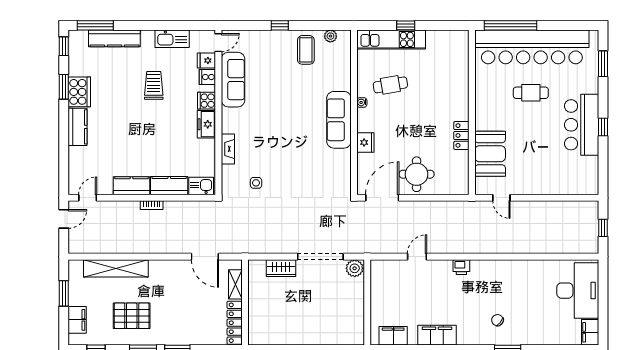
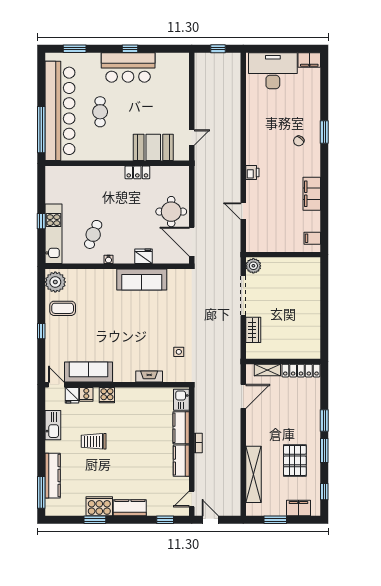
plant: (330, 36) -> (55, 282), width x1.87, depth x1.87
window: (64, 46) -> (165, 520), moved
cafe table: (390, 85) -> (93, 234), turned 31
sofa: (339, 120) -> (142, 279), moved
freezer: (206, 124) -> (128, 395), removed
door: (88, 198) -> (192, 499), hinge flipped
filing cabinet: (393, 336) -> (312, 238), width x0.50

